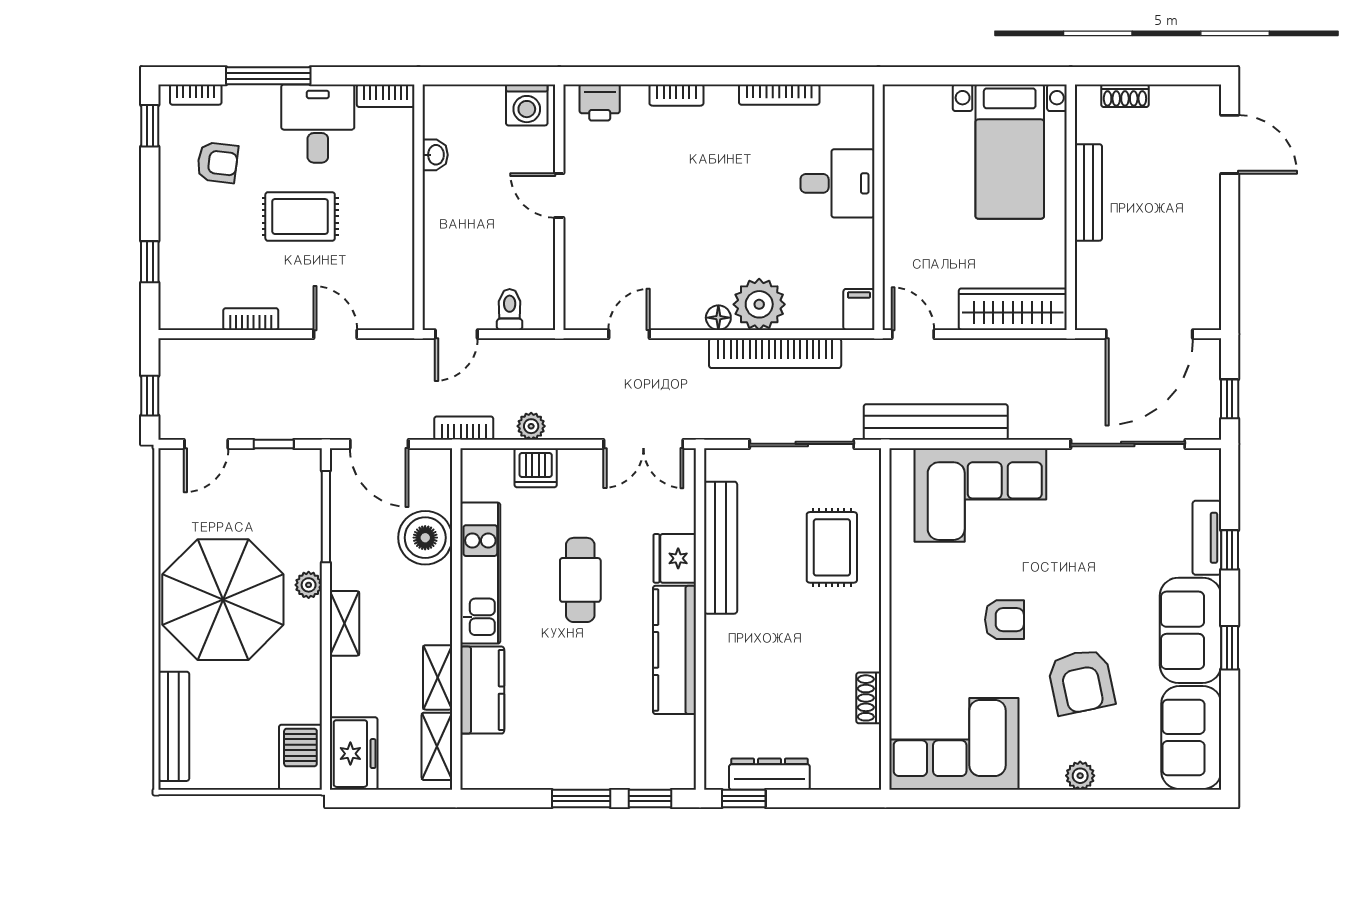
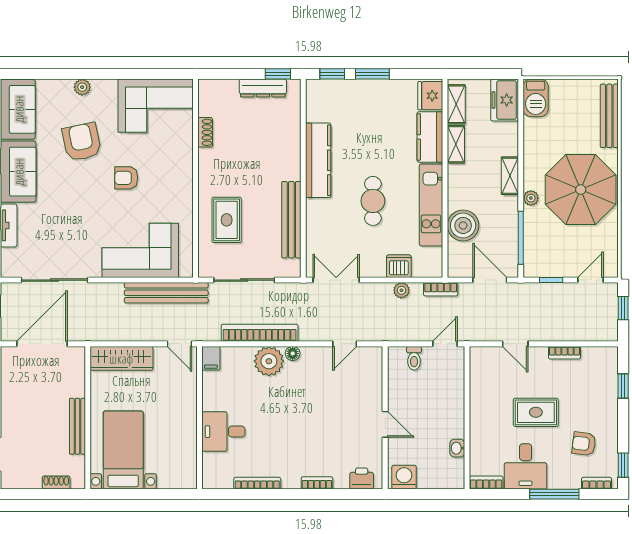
fridge: (675, 558) -> (430, 96), moved, turned 180

